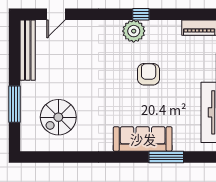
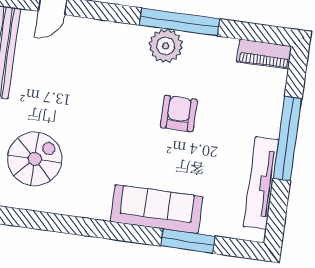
window: (141, 14) -> (180, 22), width x3.17
spiral stairs: (58, 117) -> (35, 159), turned 180

